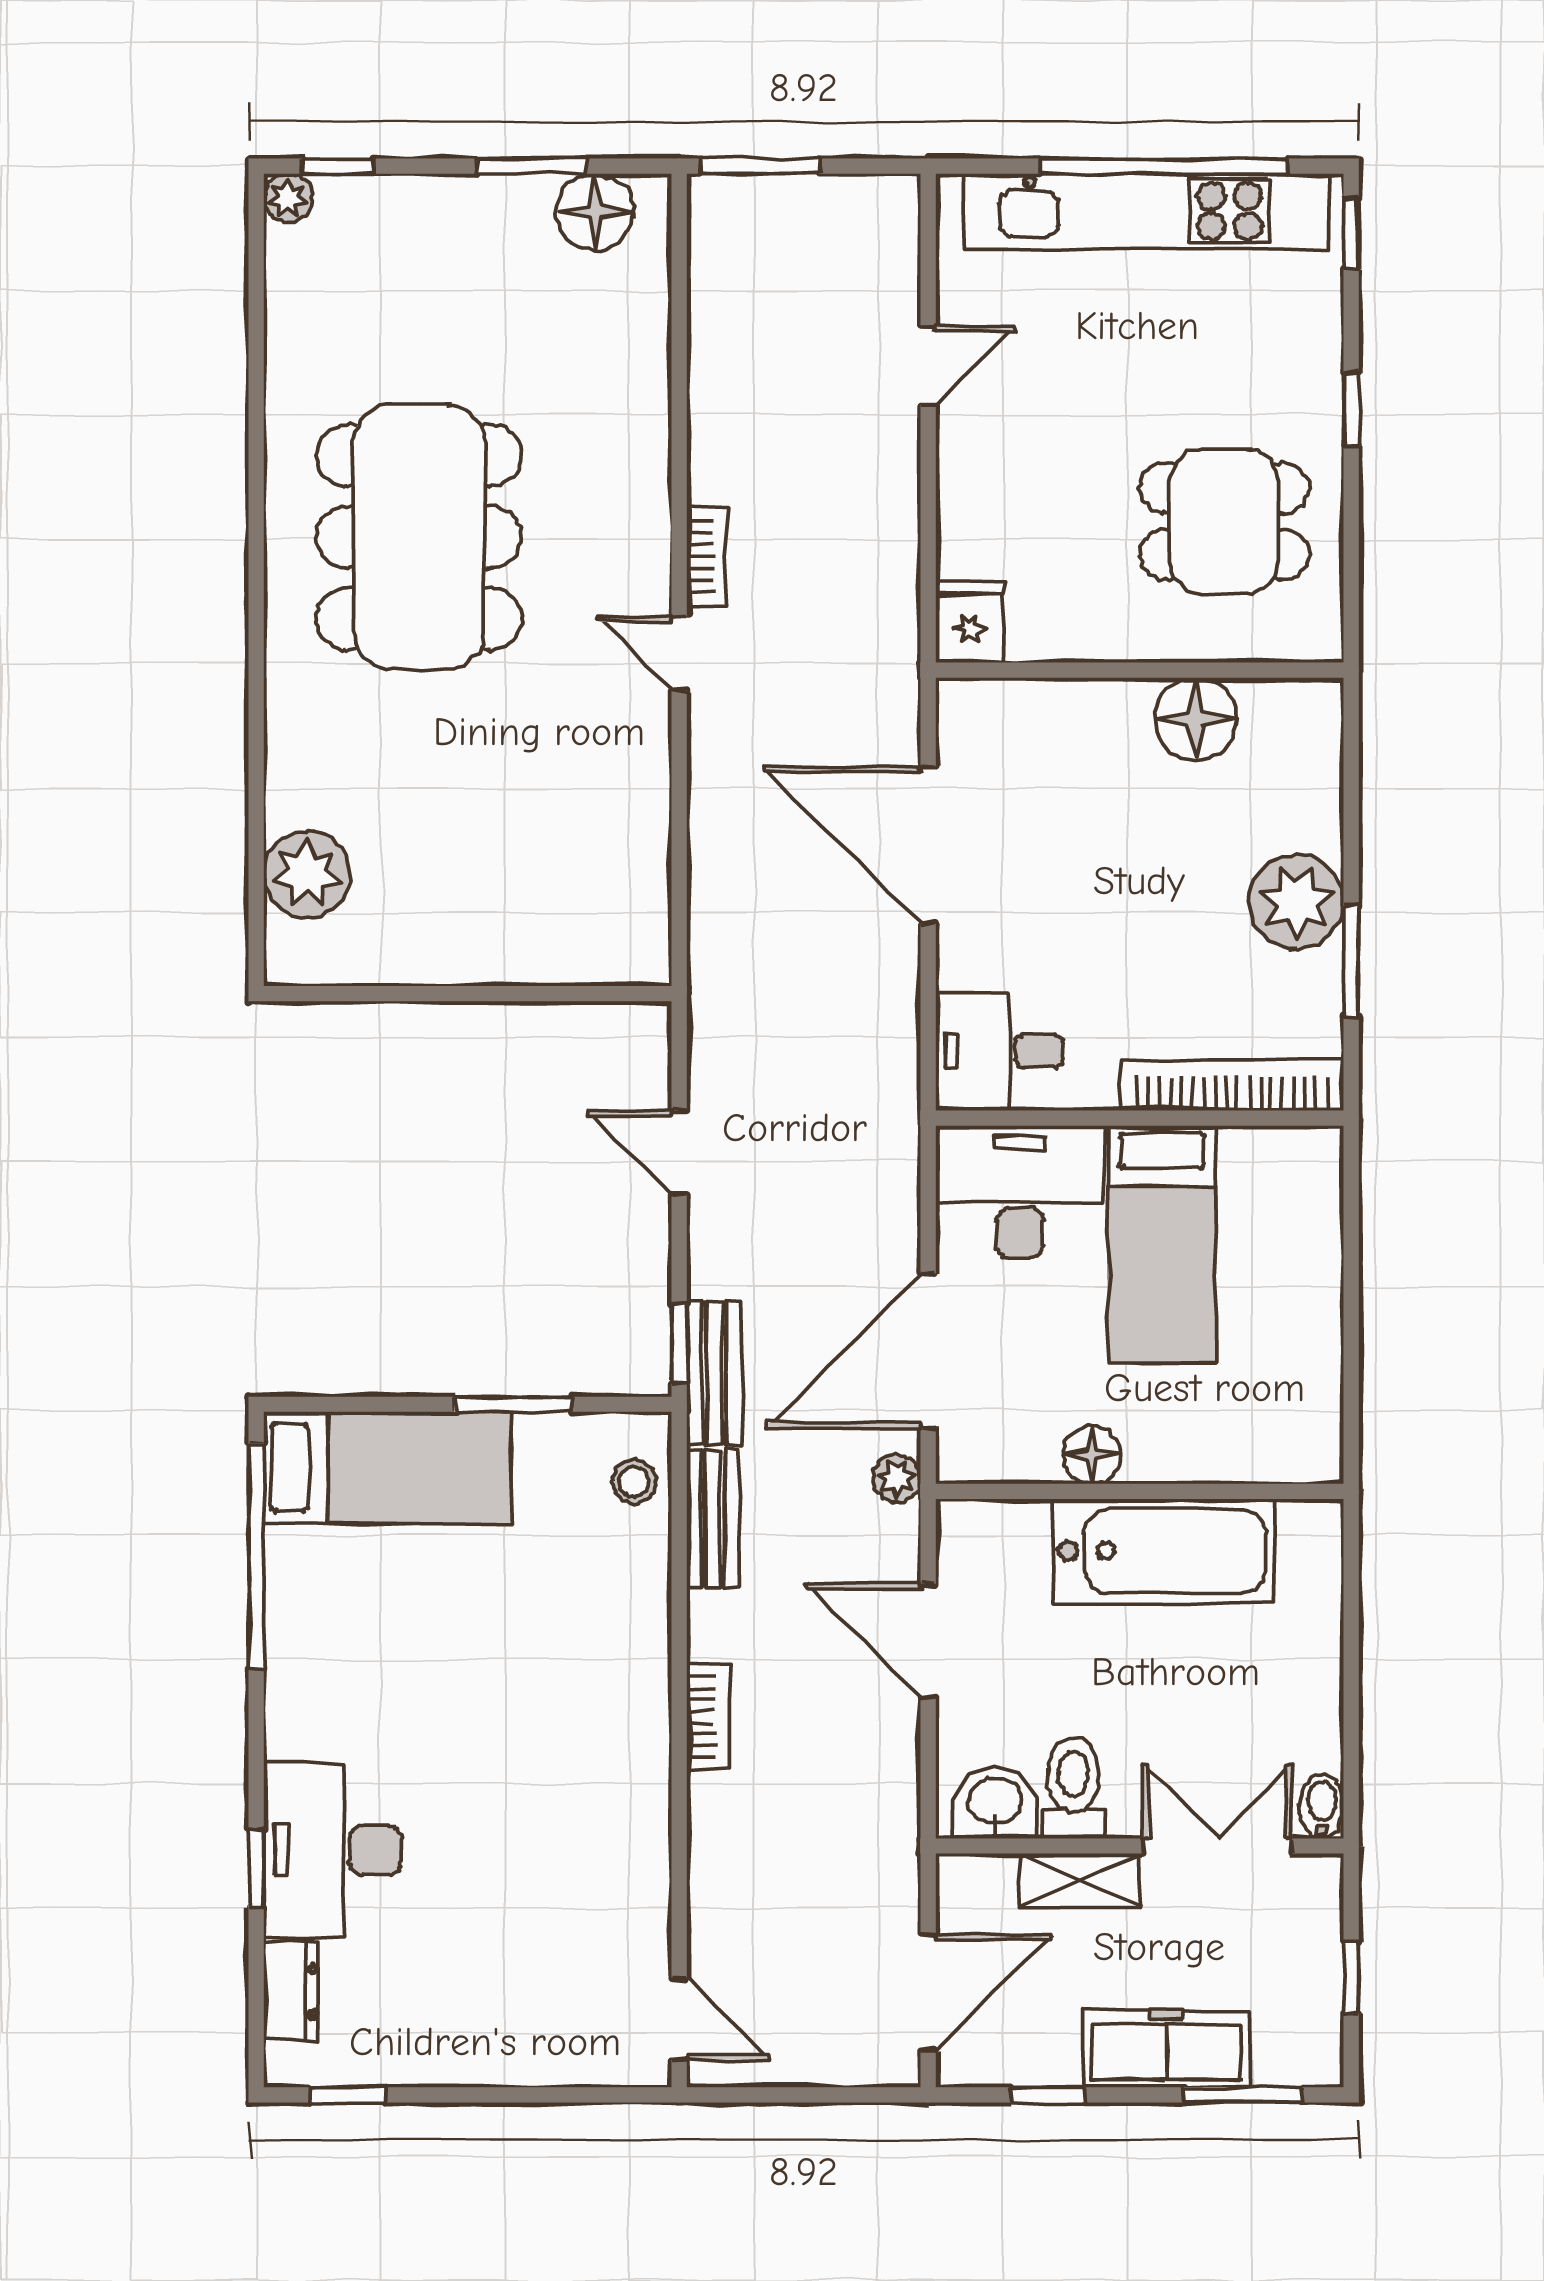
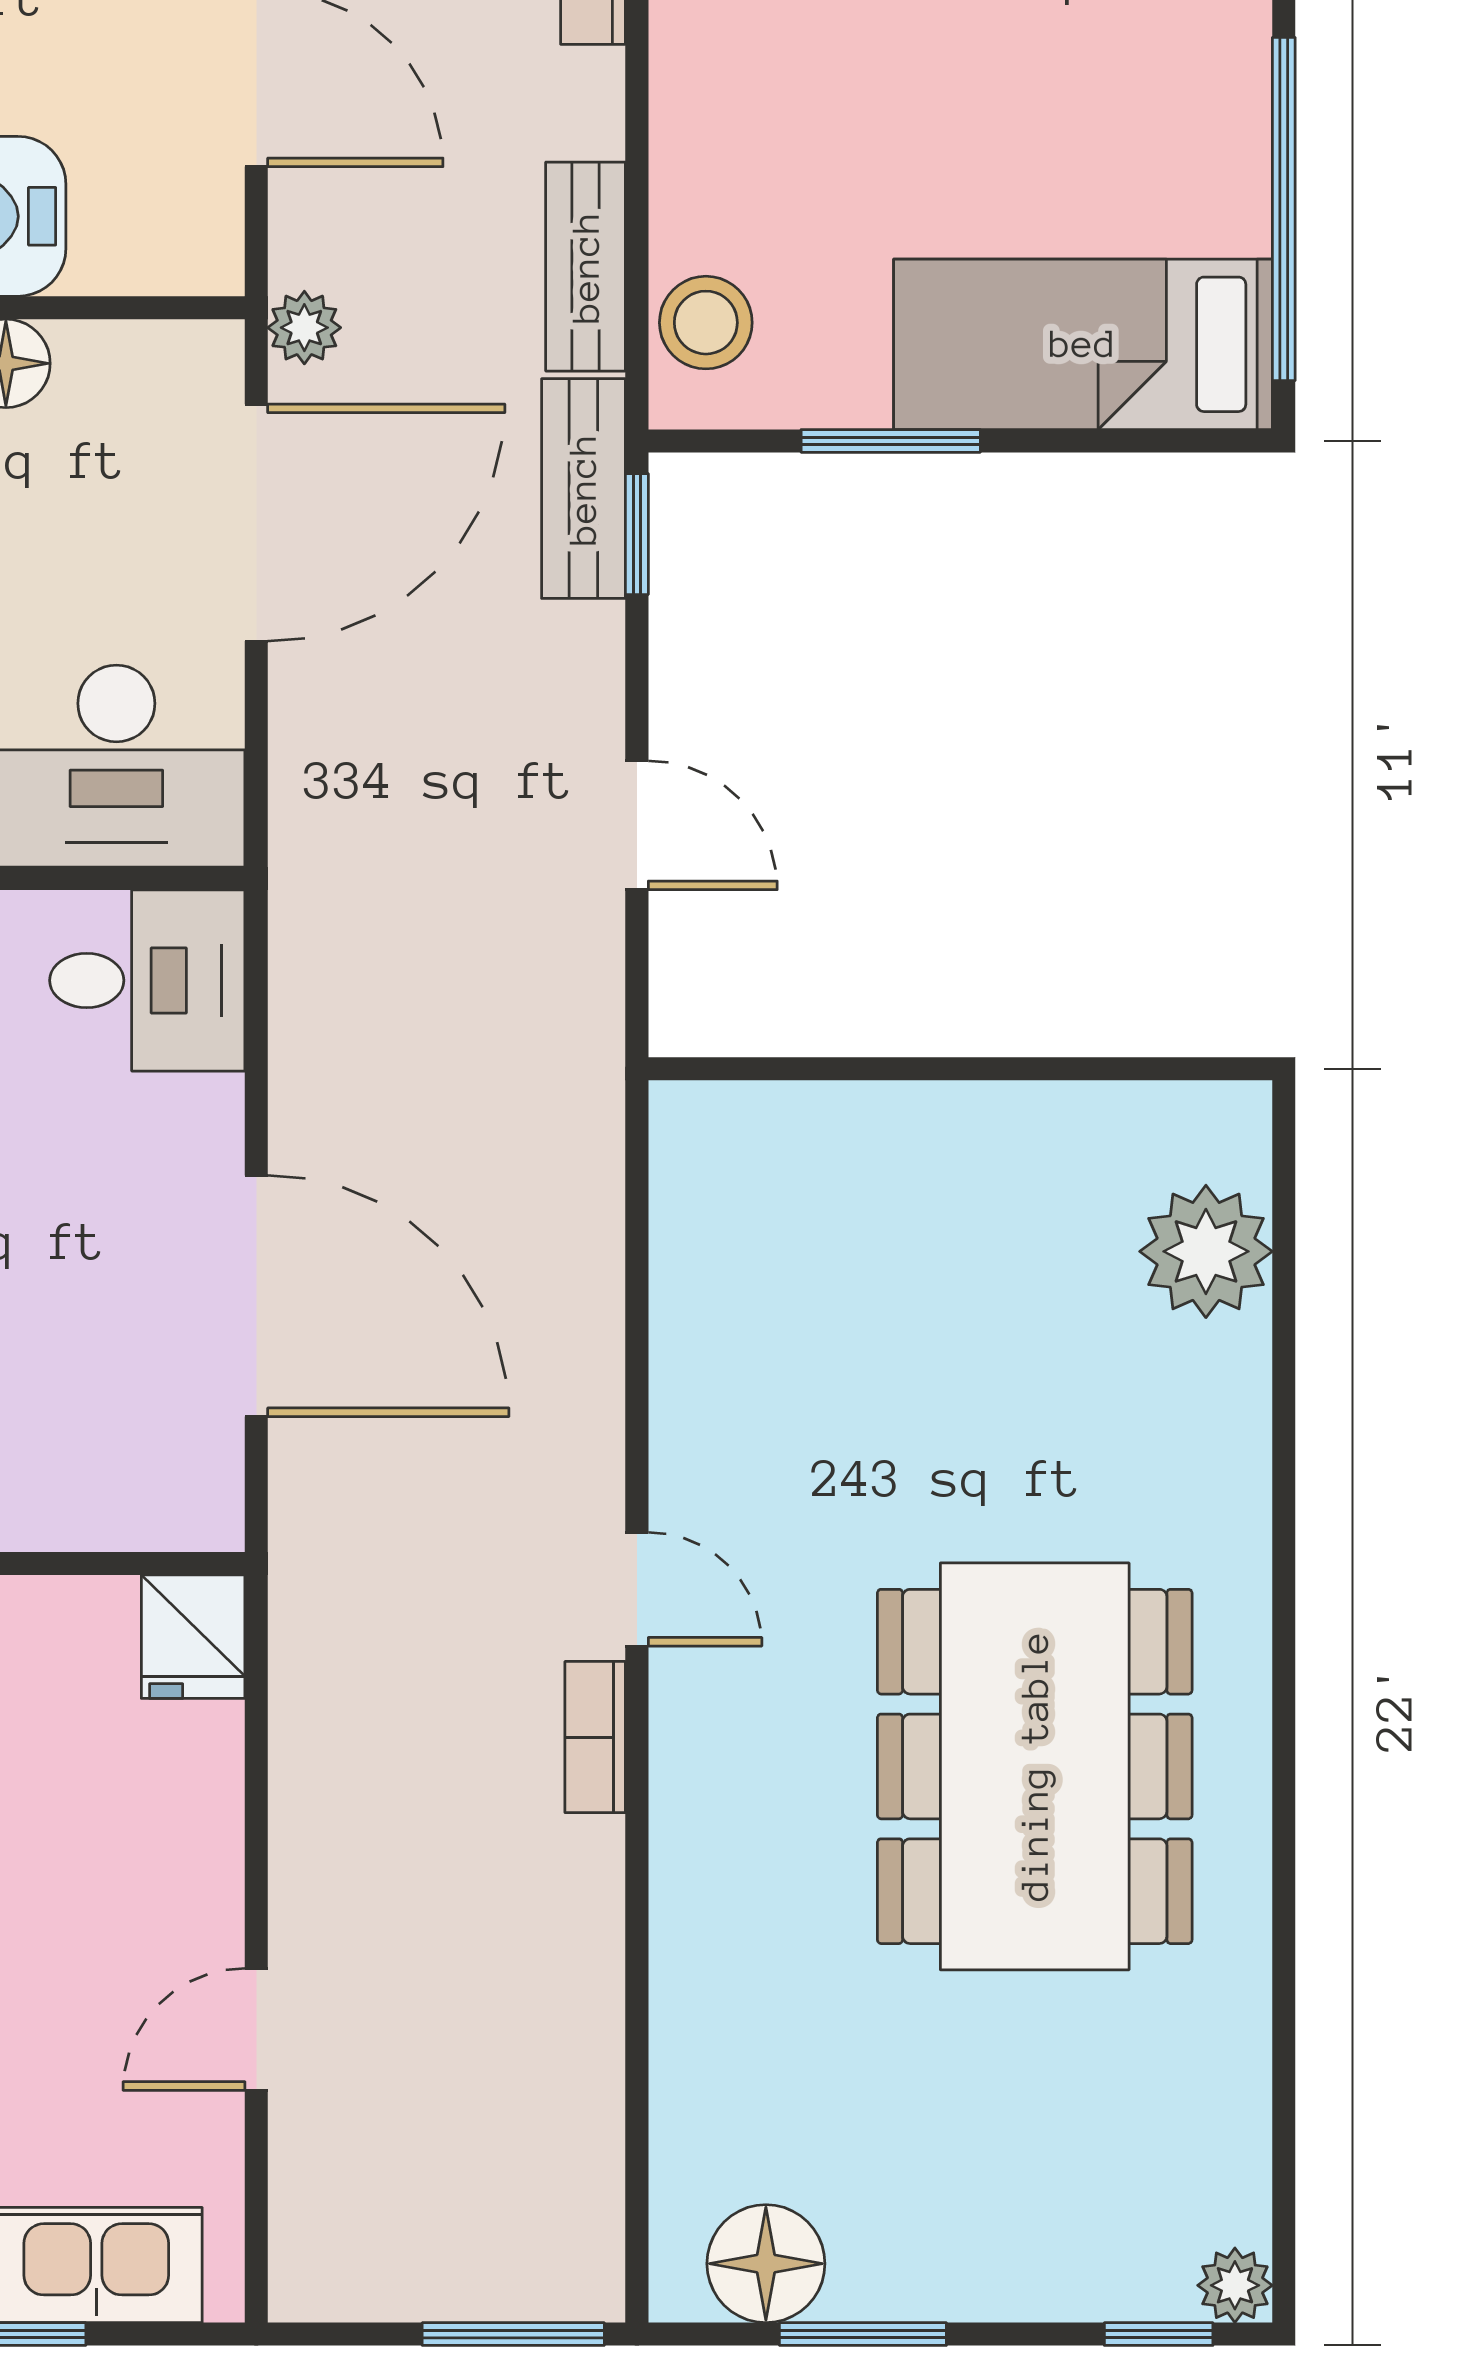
stool: (634, 1482) -> (706, 323), width x1.37, depth x1.37

